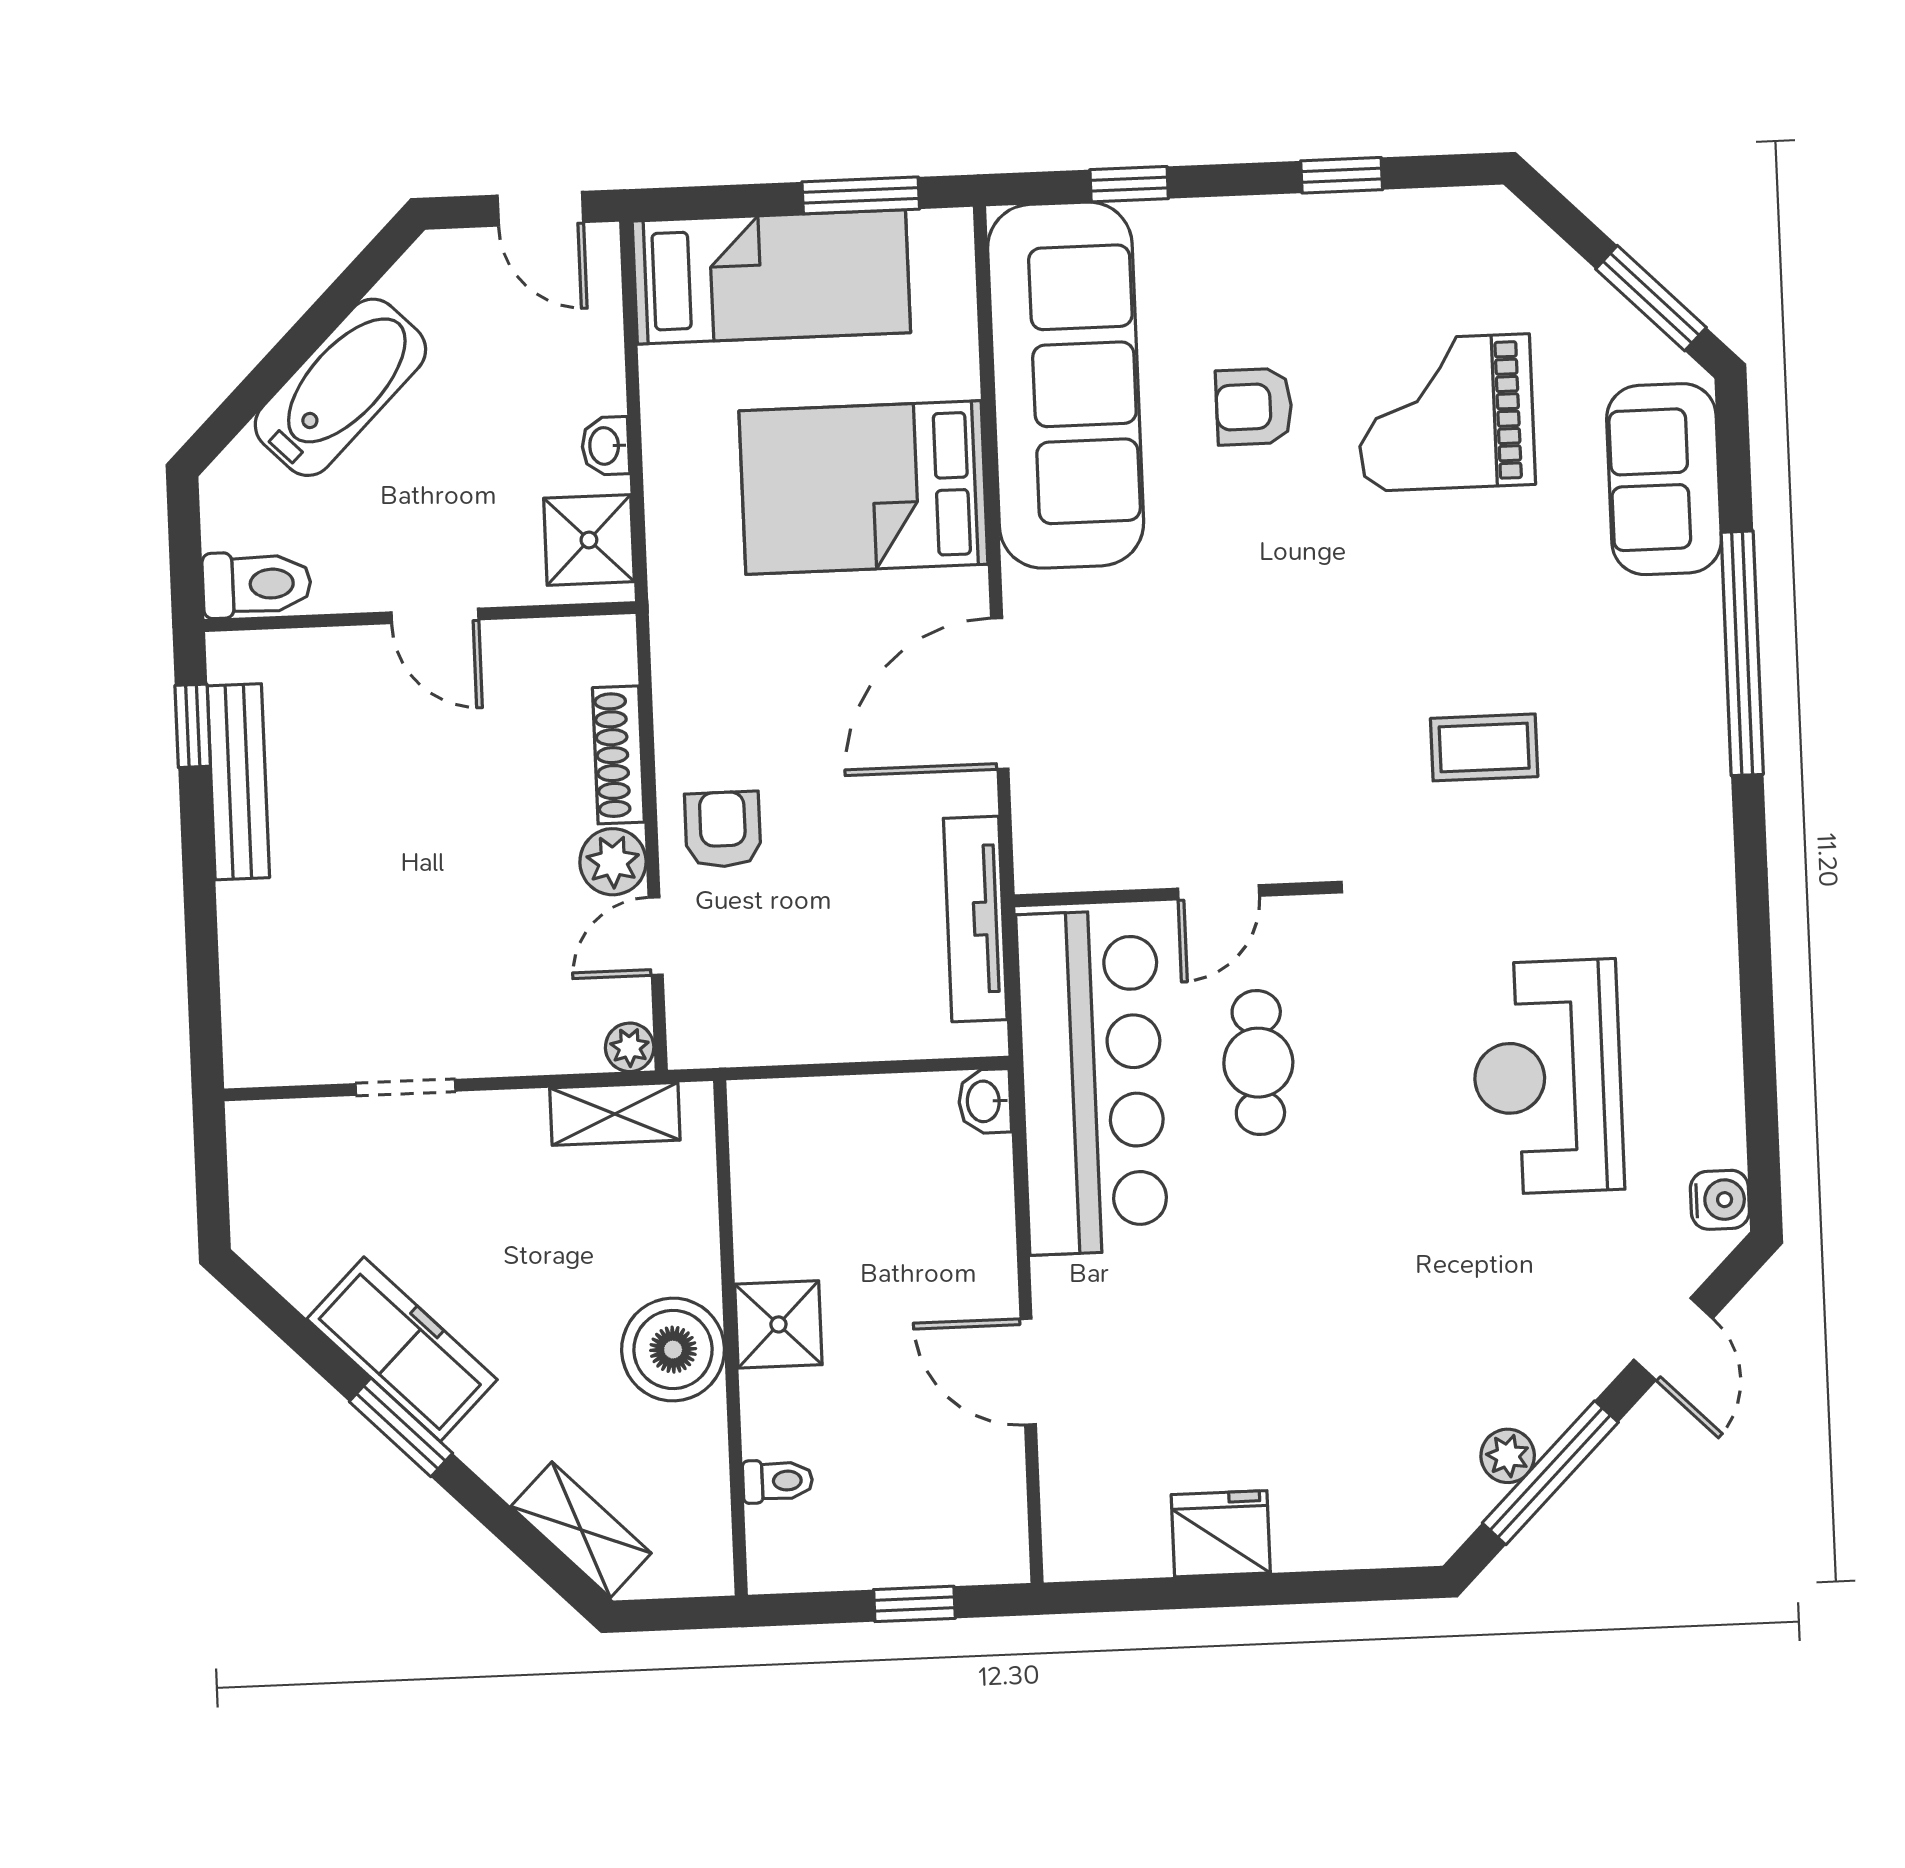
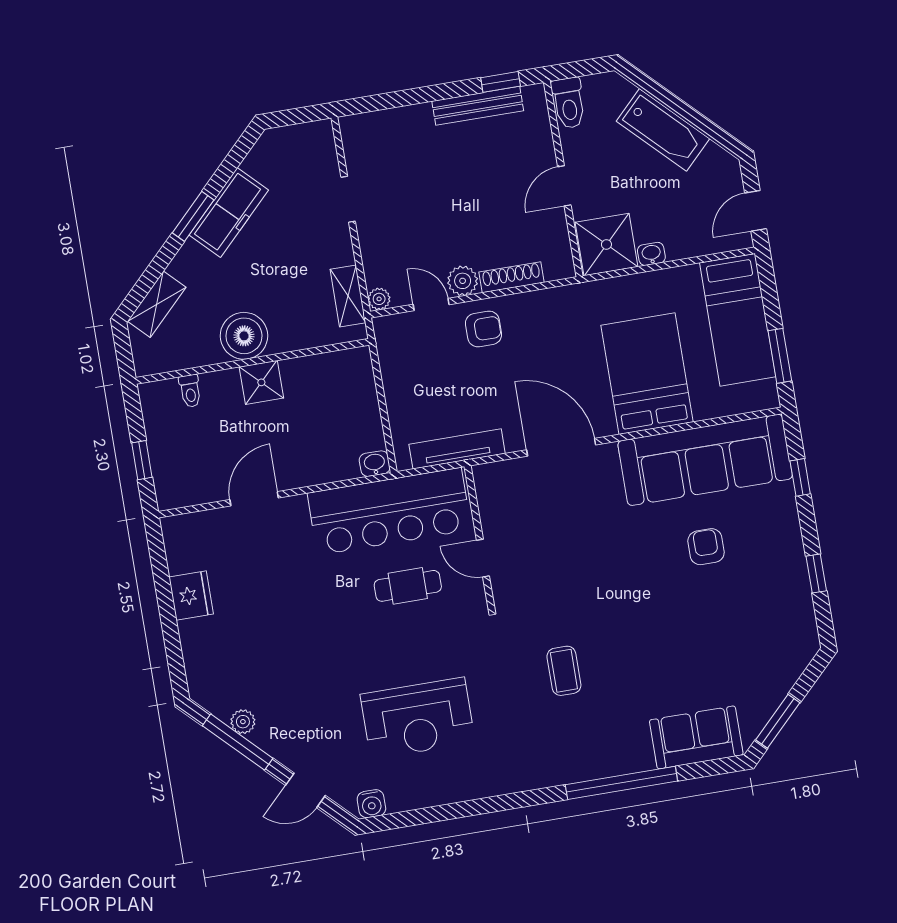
grand piano: (1446, 413) -> (714, 634), removed
shower: (589, 540) -> (606, 244), width x1.36, depth x1.36
reception desk: (1548, 1077) -> (418, 718), turned 180

